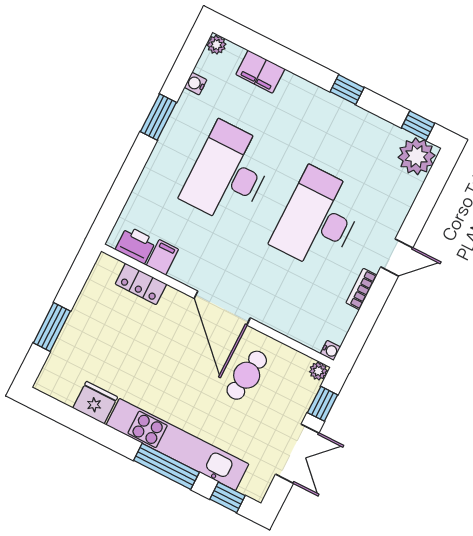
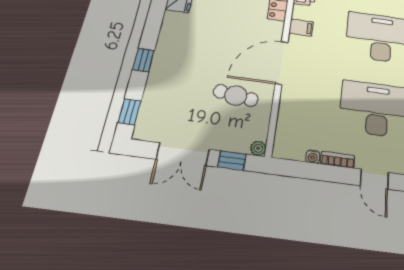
filing cabinet: (162, 257) -> (301, 28), moved
water cooler: (330, 350) -> (313, 157), moved
kitchen unit: (177, 445) -> (164, 63), removed
window: (166, 466) -> (143, 60), width x0.46

